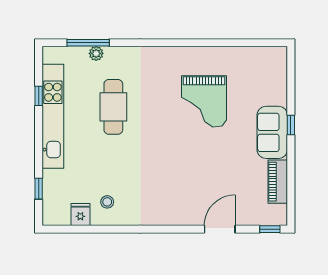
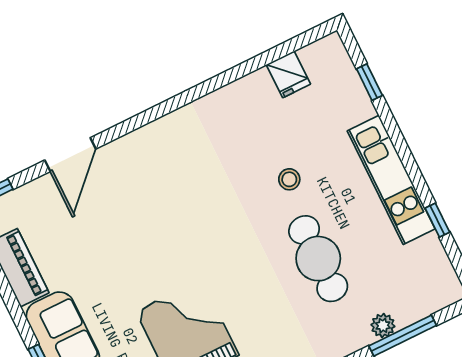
kitchen unit: (53, 116) -> (391, 180), width x0.73
stool: (107, 202) -> (289, 179), moved

